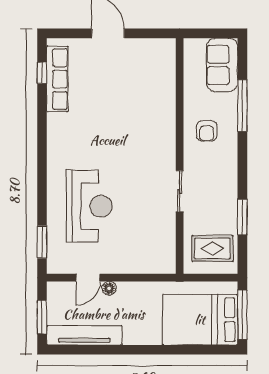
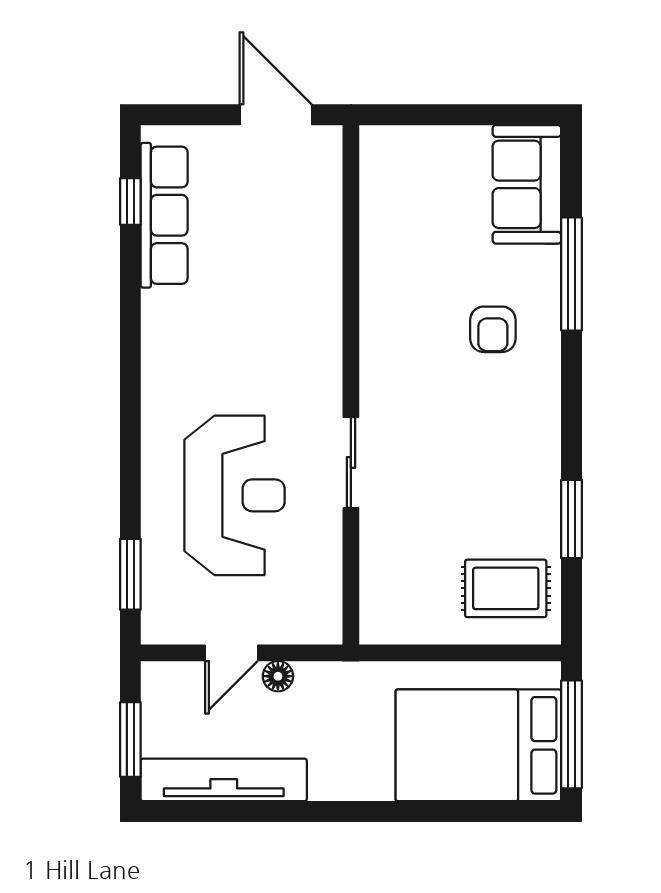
wall: (180, 156) -> (351, 385), moved
sliding door: (180, 191) -> (351, 463), moved

